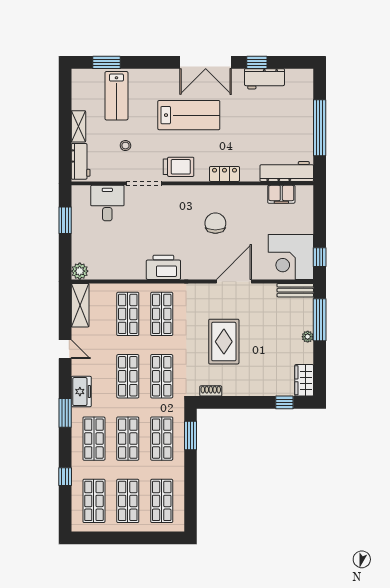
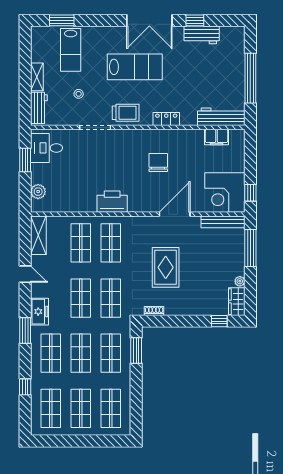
desk: (107, 203) -> (47, 148), moved, turned -90
plant: (80, 271) -> (38, 192), moved
bench: (295, 290) -> (223, 222), width x1.36
plant: (308, 337) -> (240, 281), moved

